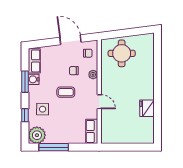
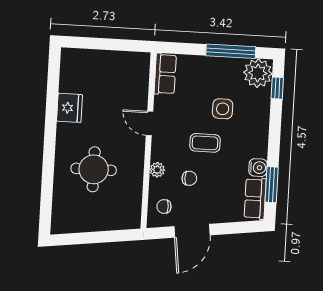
door: (70, 40) -> (192, 231), hinge flipped
round table: (122, 53) -> (94, 169), moved
window: (25, 82) -> (272, 185), moved
side table: (43, 109) -> (223, 109), moved
window: (25, 115) -> (277, 88), moved

